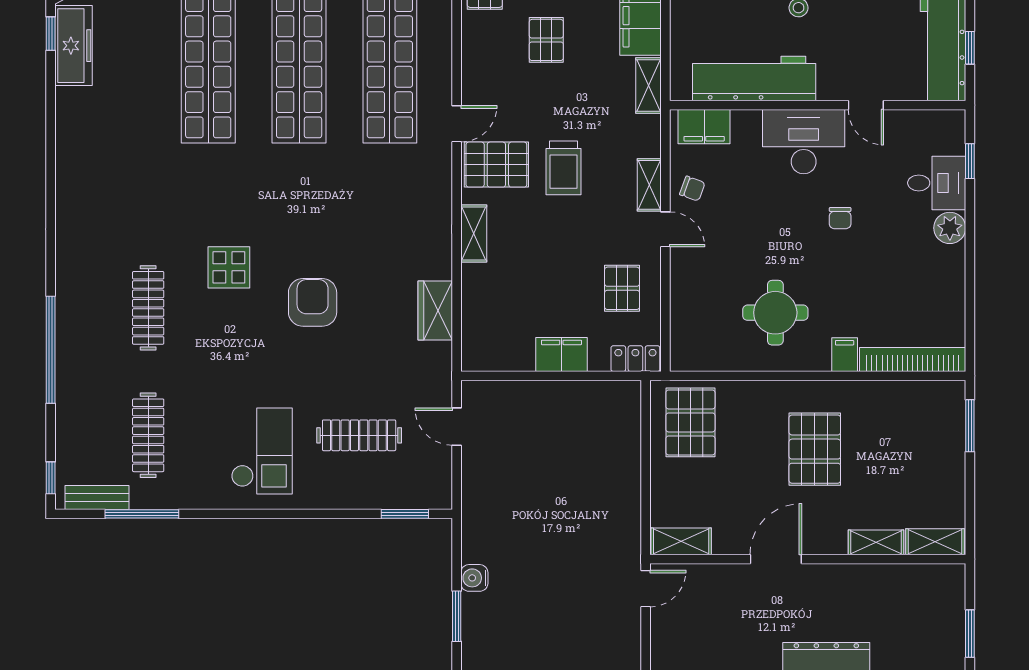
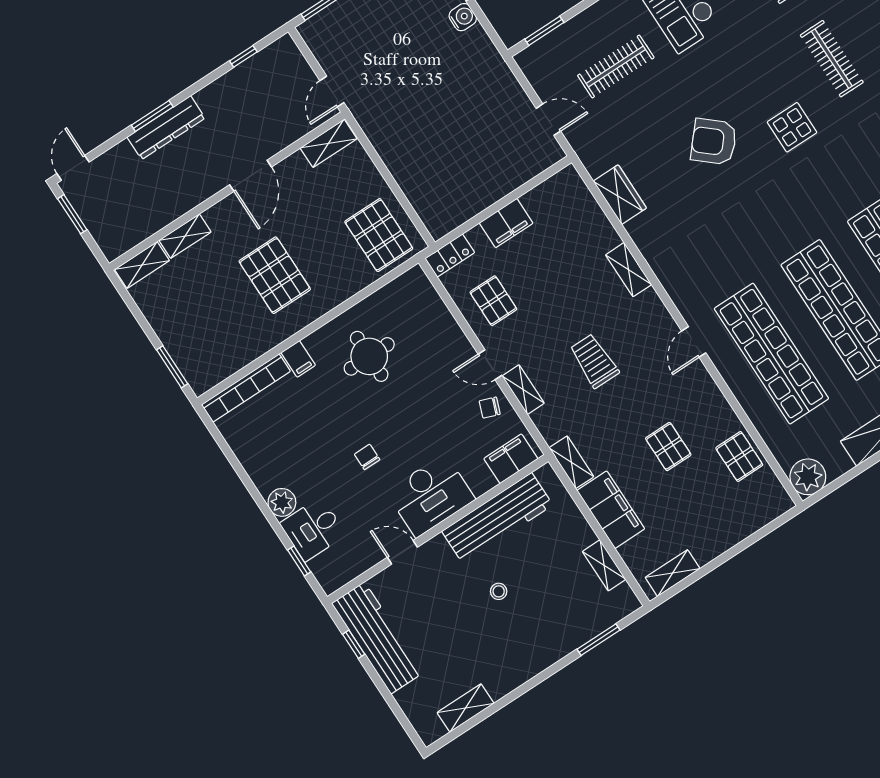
pallet: (496, 165) -> (645, 331), removed
armchair: (313, 302) -> (714, 142), turned 131

